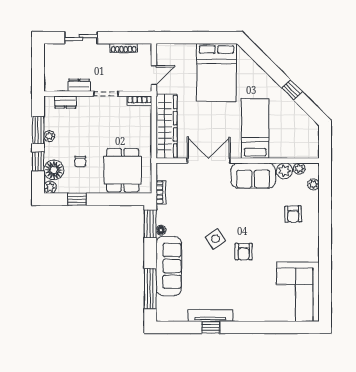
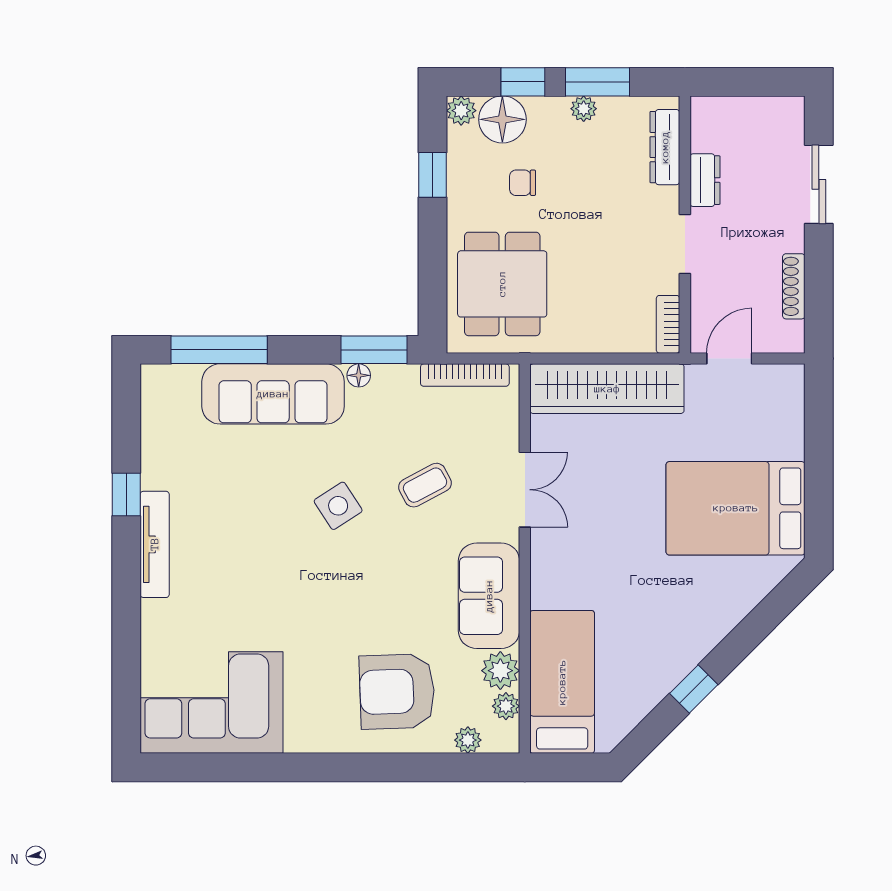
door: (154, 75) -> (729, 359), swing flipped
dresser: (65, 102) -> (665, 147), width x1.44
bed: (255, 129) -> (562, 682), moved, turned -90
double door: (209, 161) -> (525, 490), width x0.73
dining table: (123, 170) -> (502, 284), turned 90
bookcase: (161, 192) -> (465, 375), width x1.56
coffee table: (207, 202) -> (425, 485), added
armchair: (293, 214) -> (397, 691), width x1.88, depth x1.88
armchair: (244, 252) -> (307, 573), removed
tv unit: (210, 316) -> (155, 544), moved

